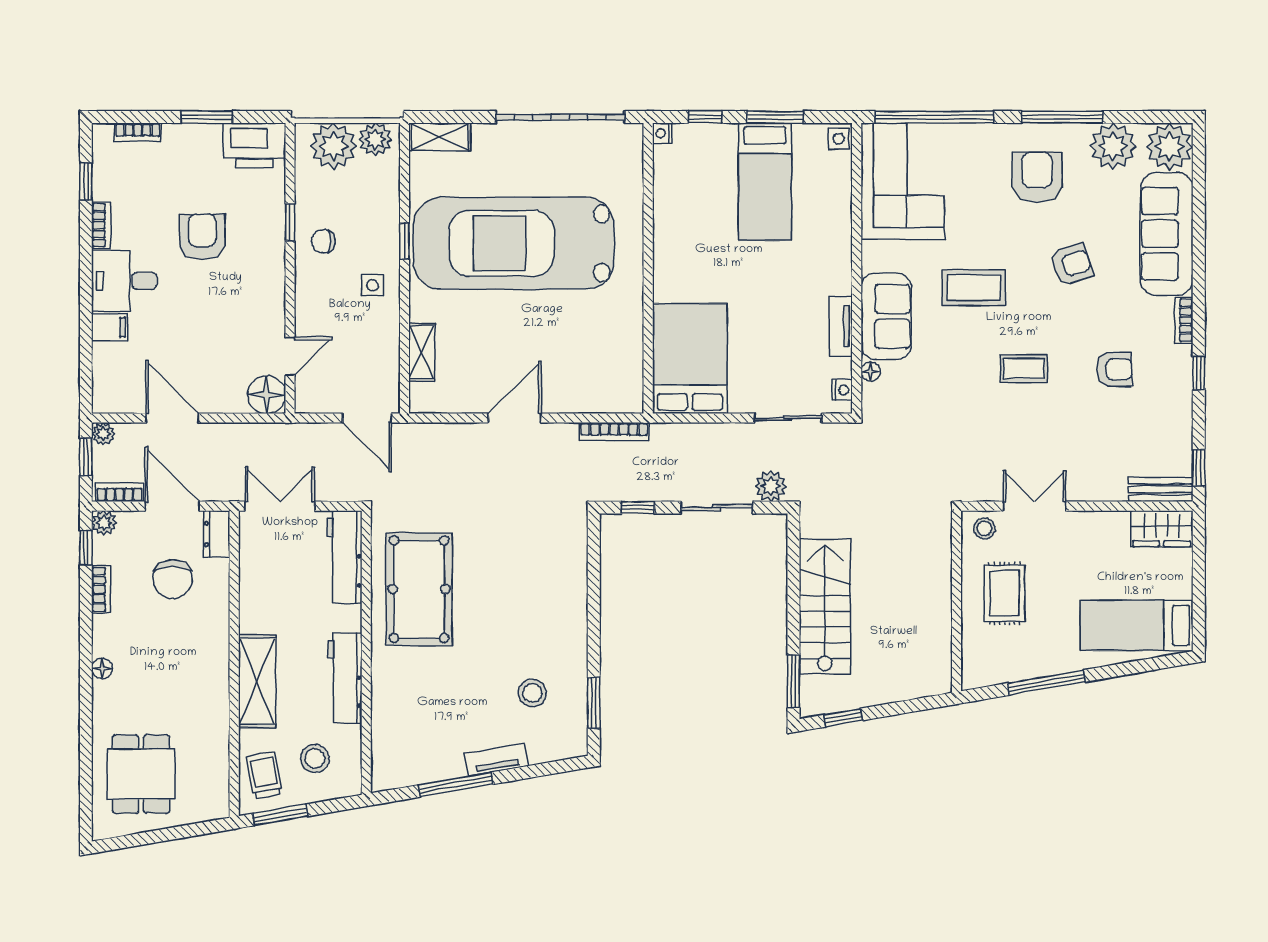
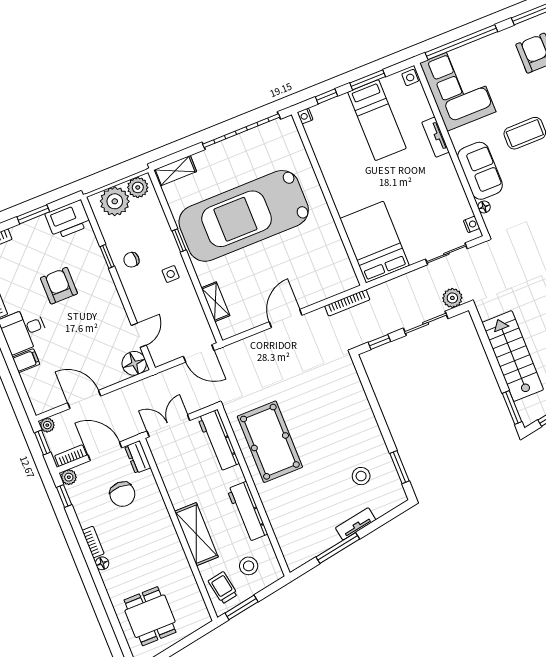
tv unit: (841, 326) -> (436, 137), moved
bookcase: (101, 589) -> (93, 542), moved

